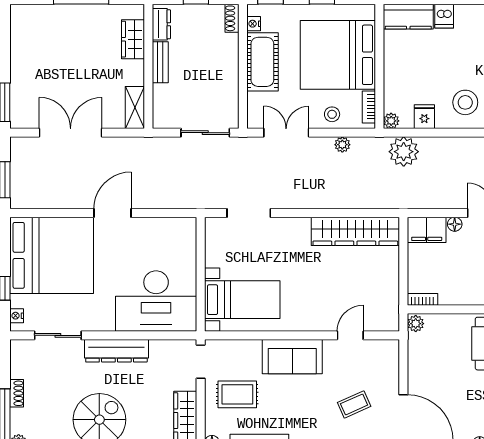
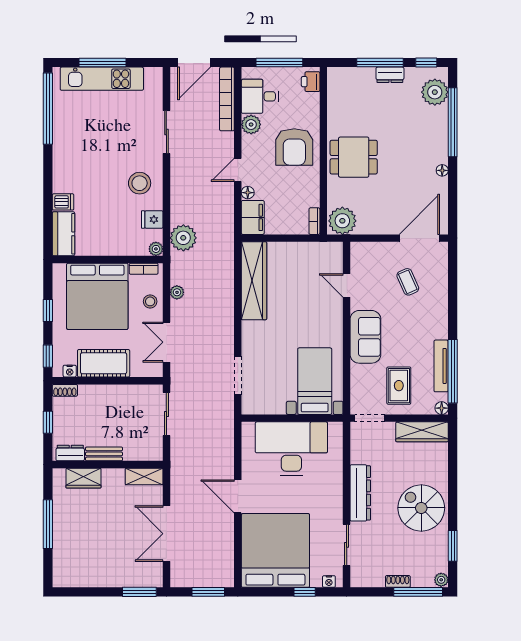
desk: (156, 301) -> (291, 449), moved, turned -90
plant: (416, 324) -> (342, 221), width x1.87, depth x1.87

